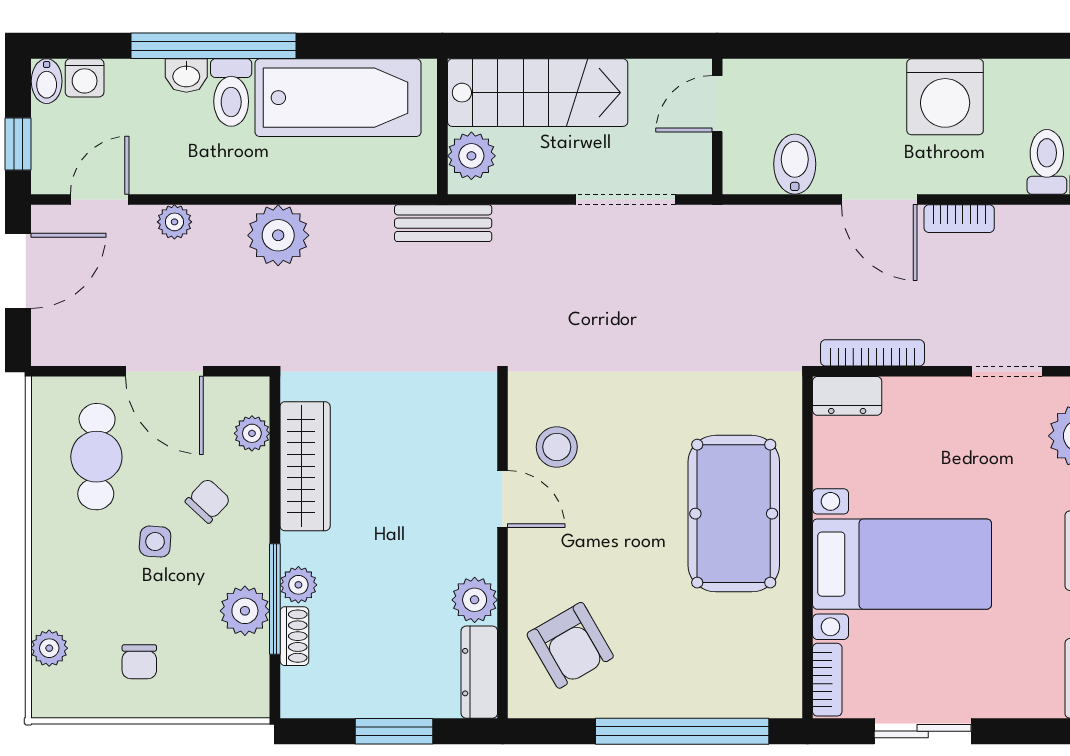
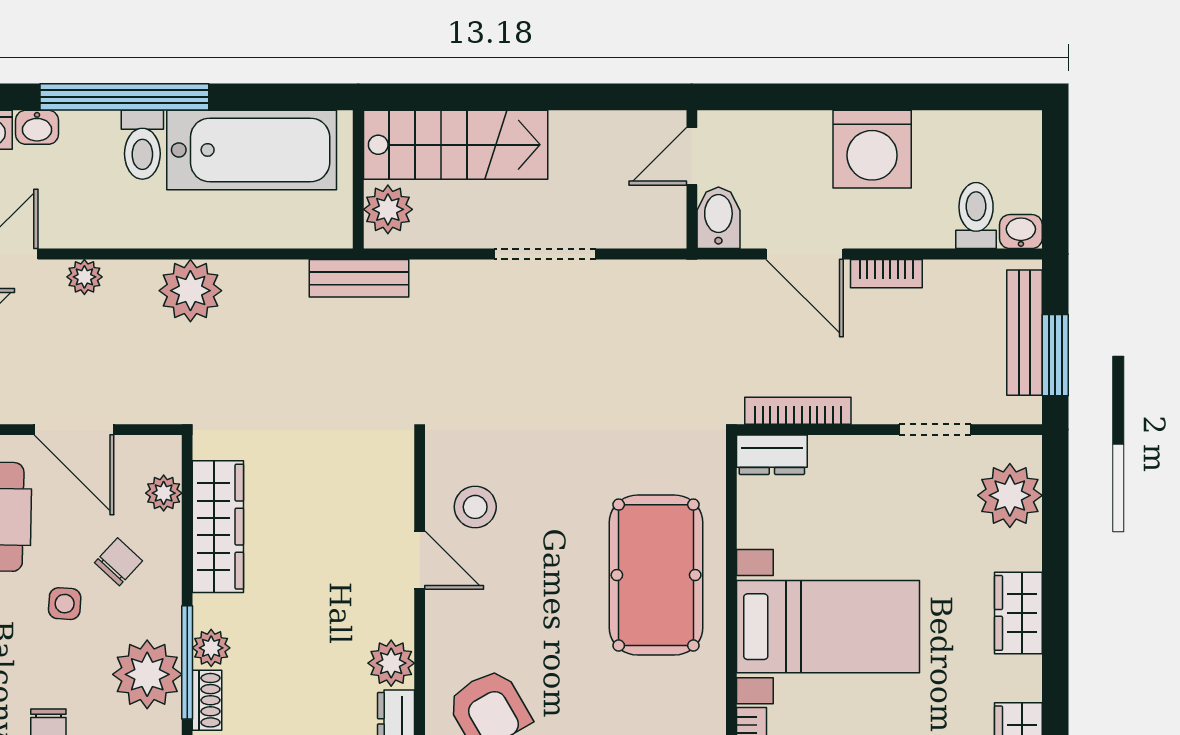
washbasin: (186, 75) -> (37, 127), moved
door: (717, 104) -> (692, 156), moved
wall: (717, 126) -> (692, 179), moved
plant: (245, 611) -> (147, 674), width x1.36, depth x1.36

